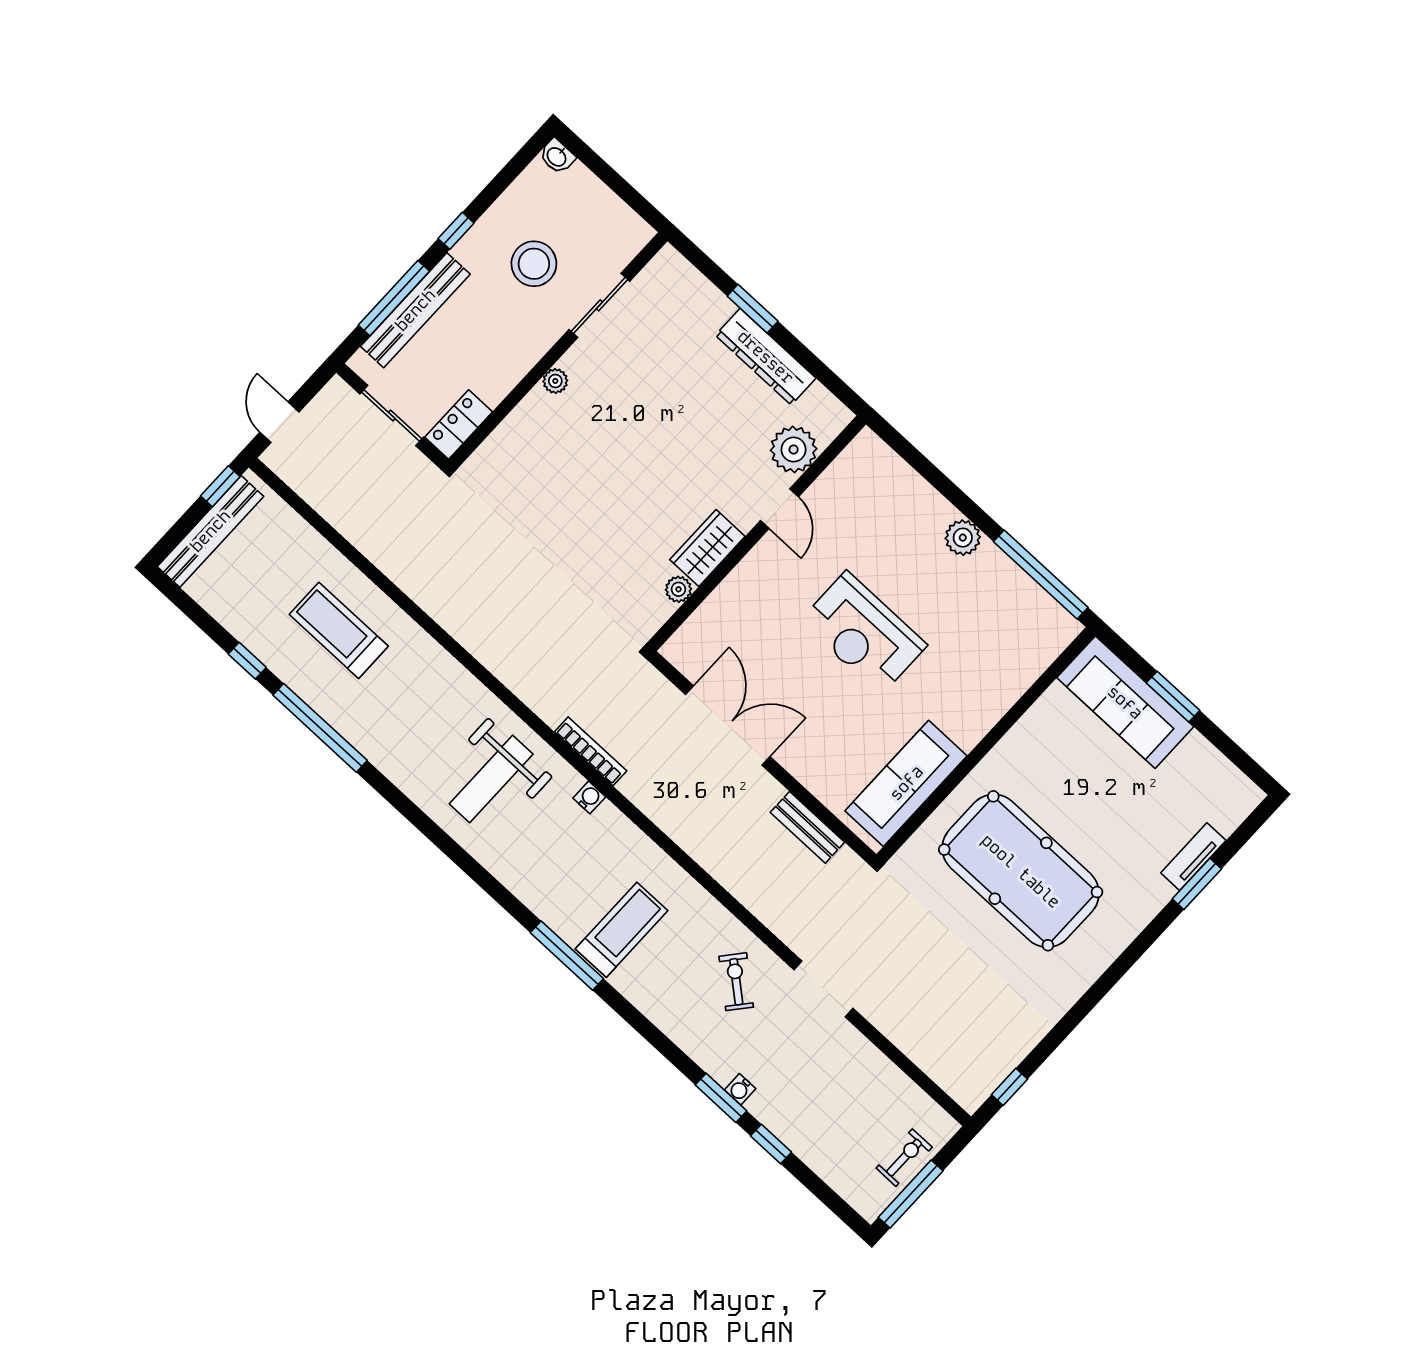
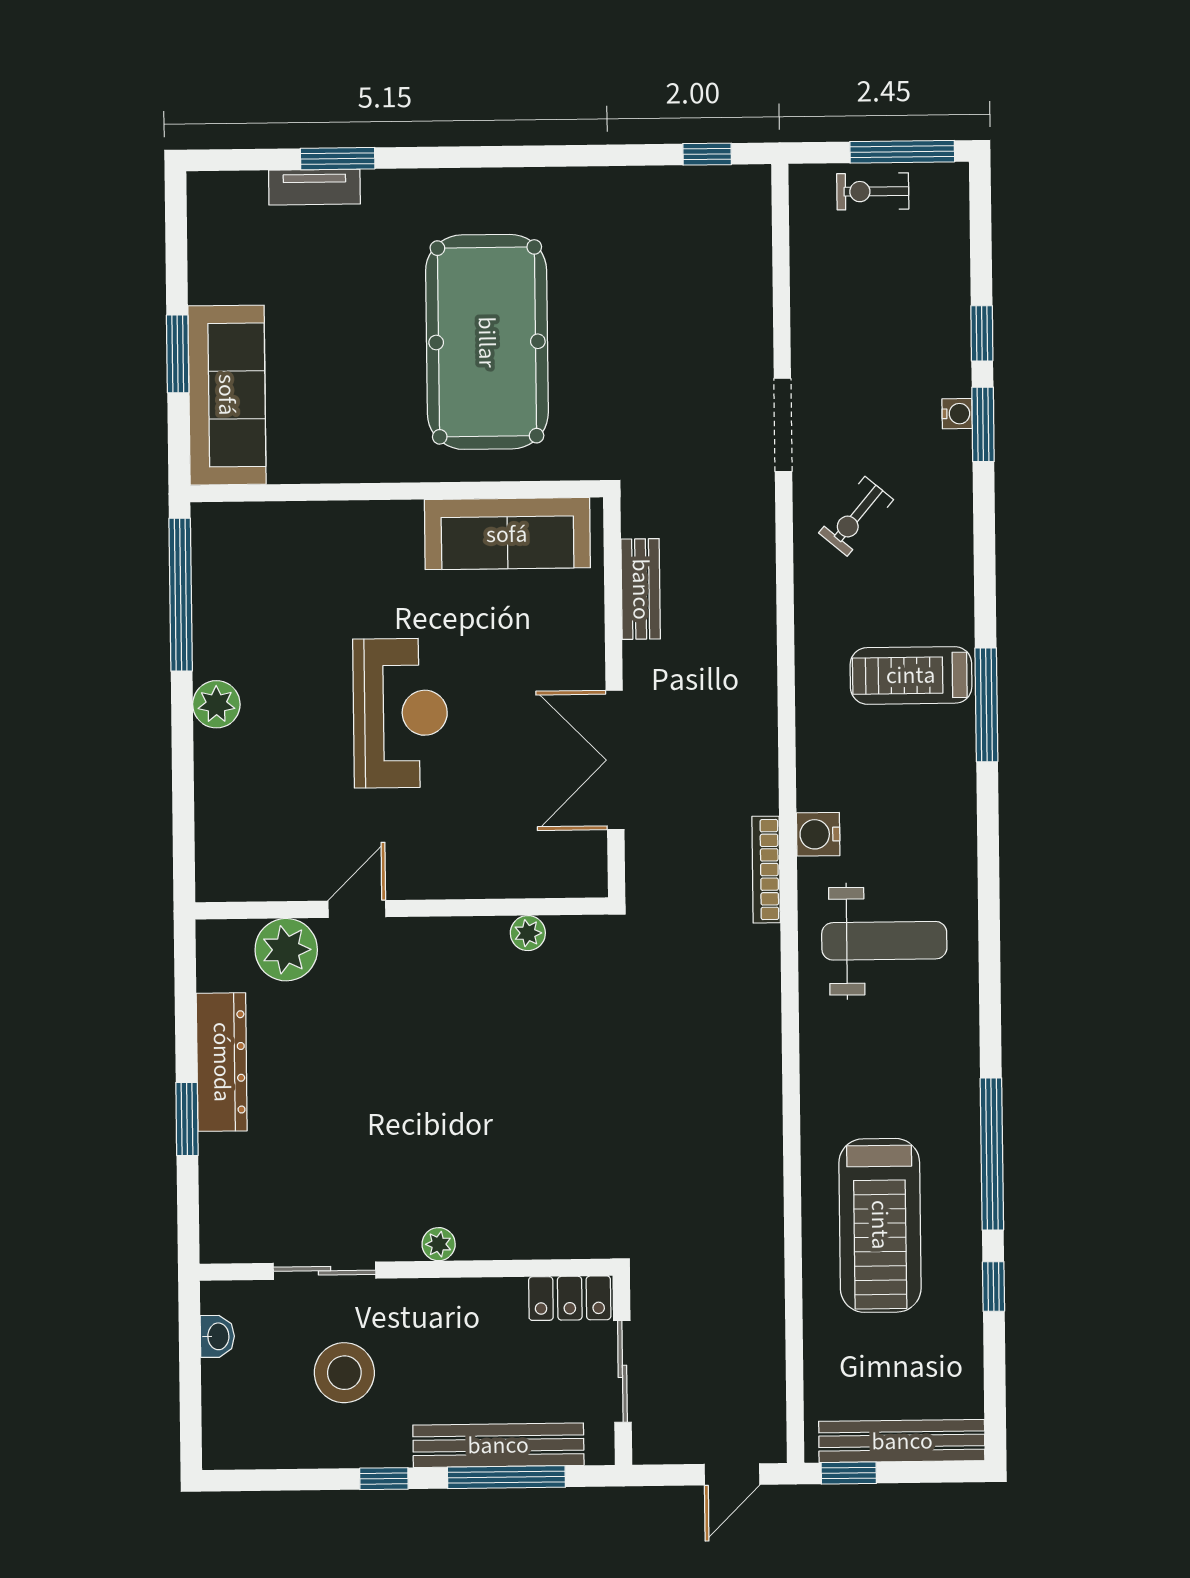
washbasin: (557, 156) -> (217, 1336), moved
wardrobe: (707, 548) -> (461, 943), removed
treadmill: (339, 630) -> (880, 1225), width x1.37, depth x1.38
water cooler: (589, 797) -> (818, 834), width x1.38, depth x1.38

